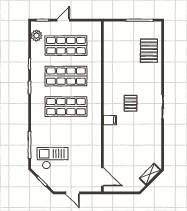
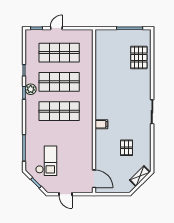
plant: (36, 36) -> (31, 89), moved
pallet: (131, 103) -> (126, 148), moved
checkout: (53, 158) -> (46, 161), turned 90

